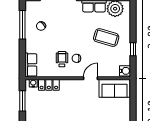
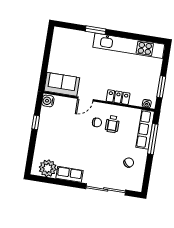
window: (22, 25) -> (153, 139), moved
coffee table: (106, 38) -> (62, 139), removed
row of seats: (31, 65) -> (145, 129), width x1.48
locker: (49, 85) -> (118, 97), moved

